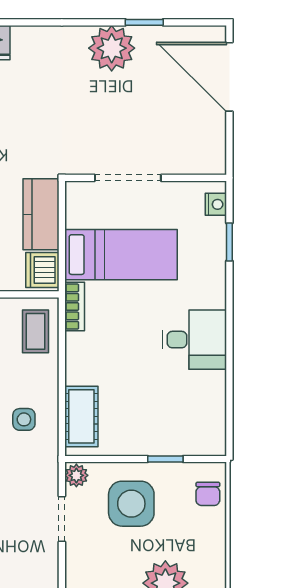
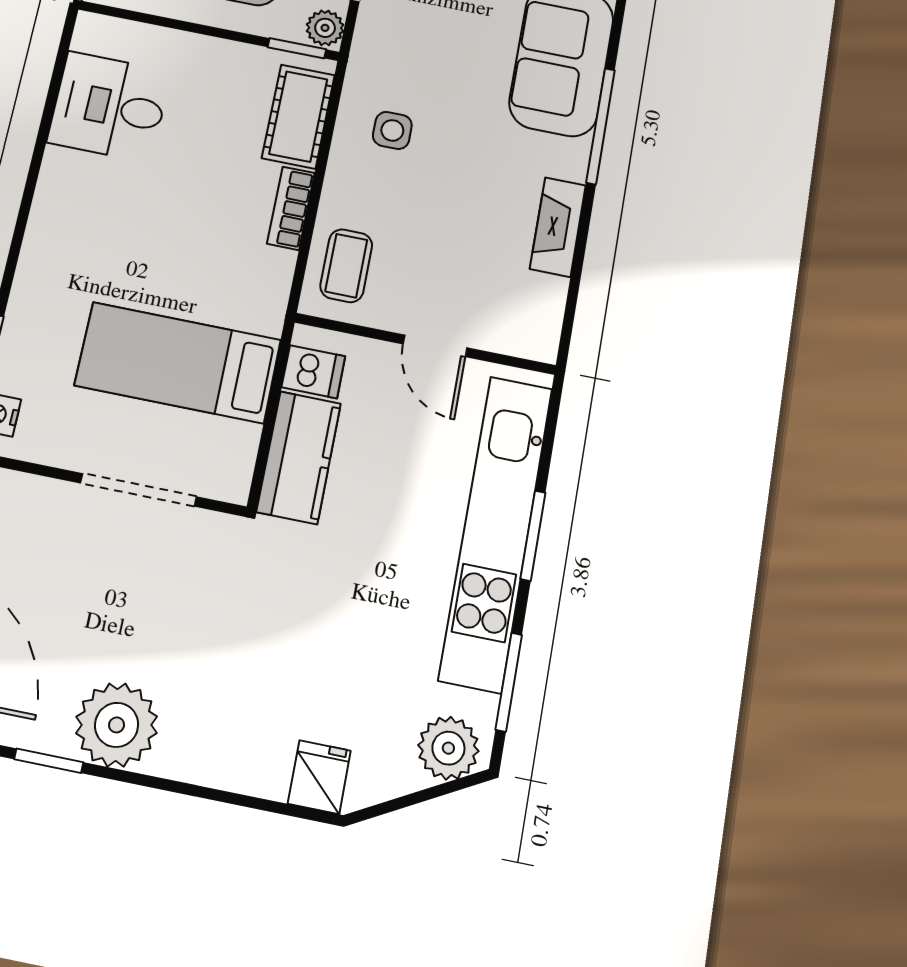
dishwasher: (42, 270) -> (313, 372), width x0.73
bookcase: (75, 307) -> (291, 208), moved
desk: (194, 340) -> (109, 107), moved
window: (165, 459) -> (297, 48), moved

